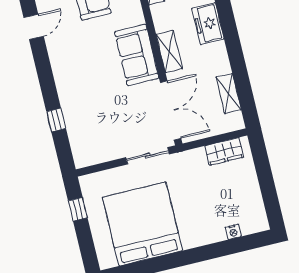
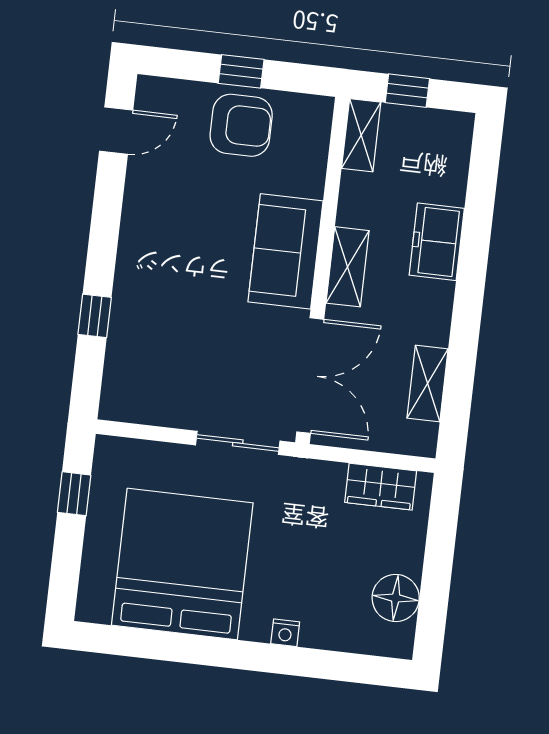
floor lamp: (251, 202) -> (396, 598), added
nightstand: (233, 232) -> (285, 633), moved

